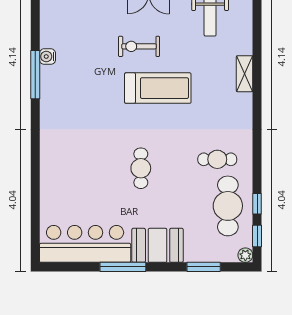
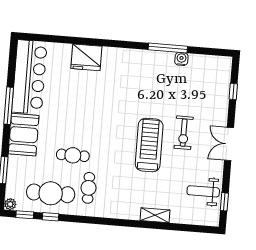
exercise bike: (139, 46) -> (184, 133), turned 180
treadmill: (158, 88) -> (149, 145), turned 180
cafe table: (141, 168) -> (73, 155), moved
fridge: (55, 175) -> (86, 57), added

